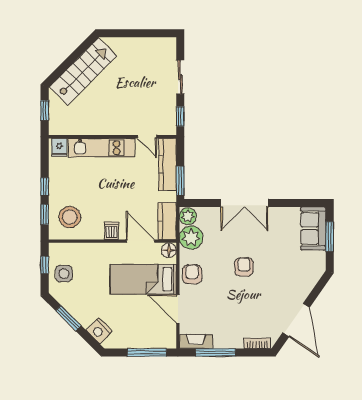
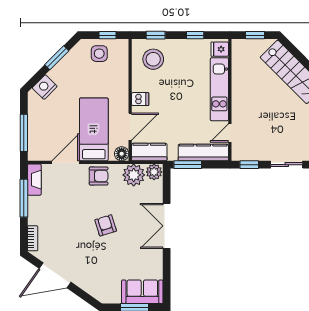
window: (45, 187) -> (195, 35), moved
armchair: (244, 267) -> (106, 225), turned -107

